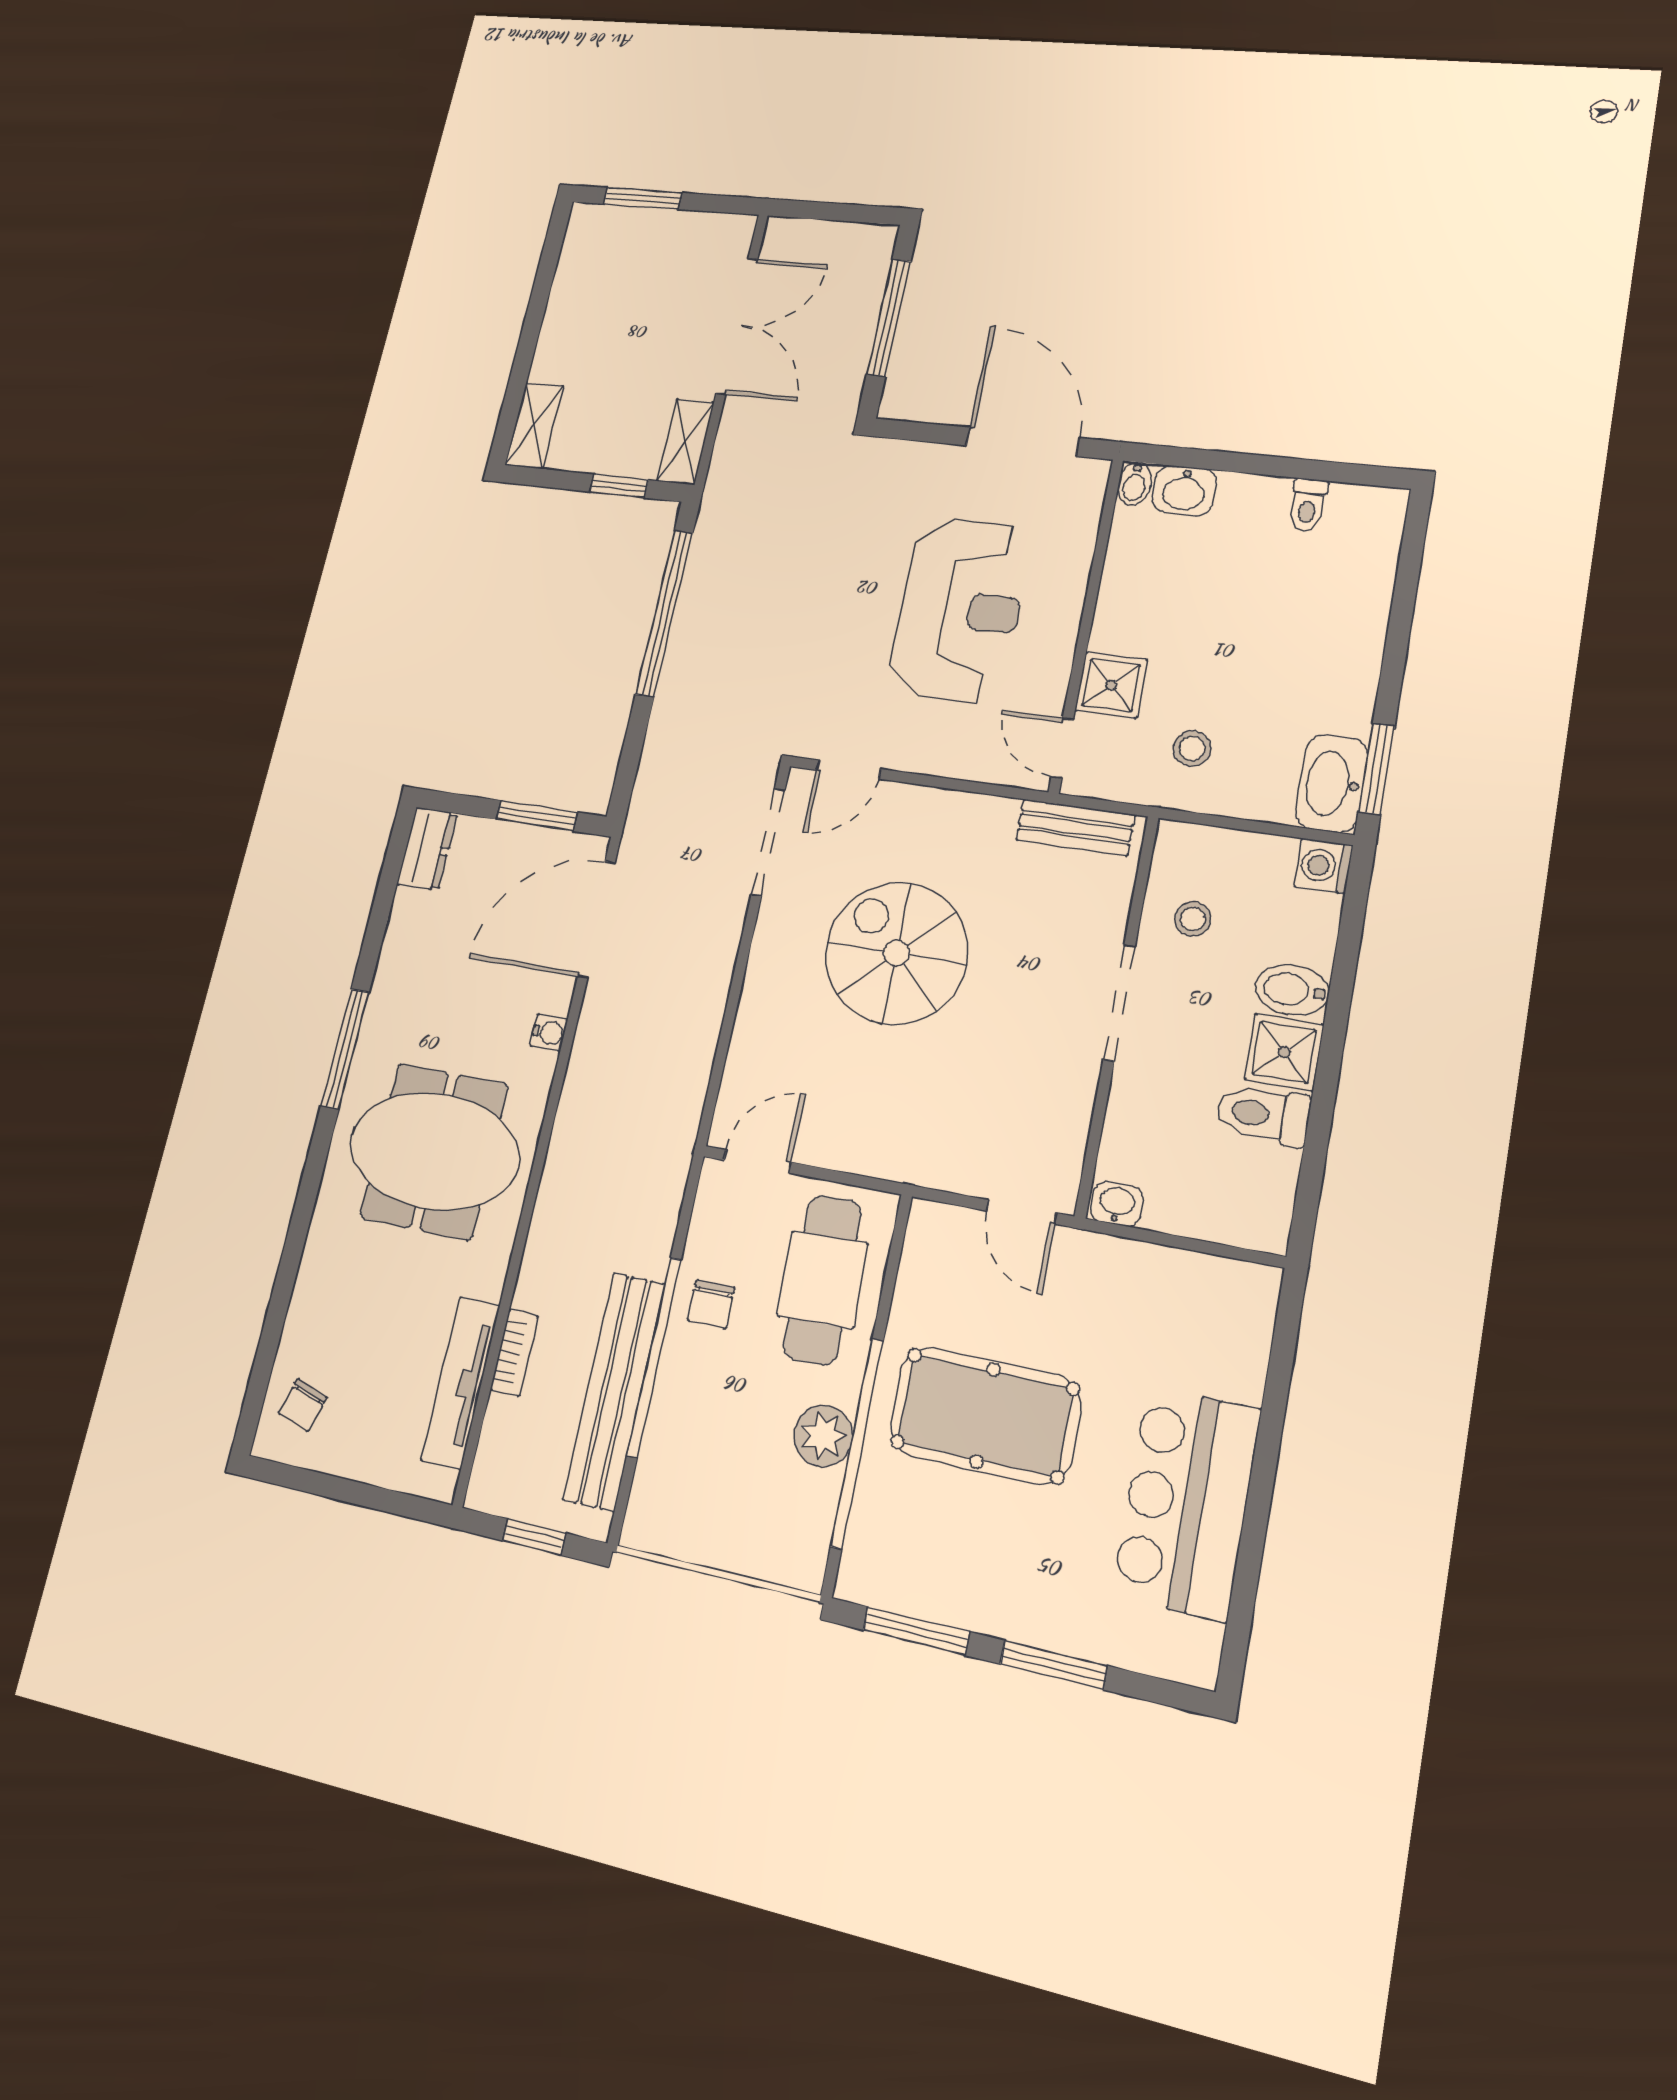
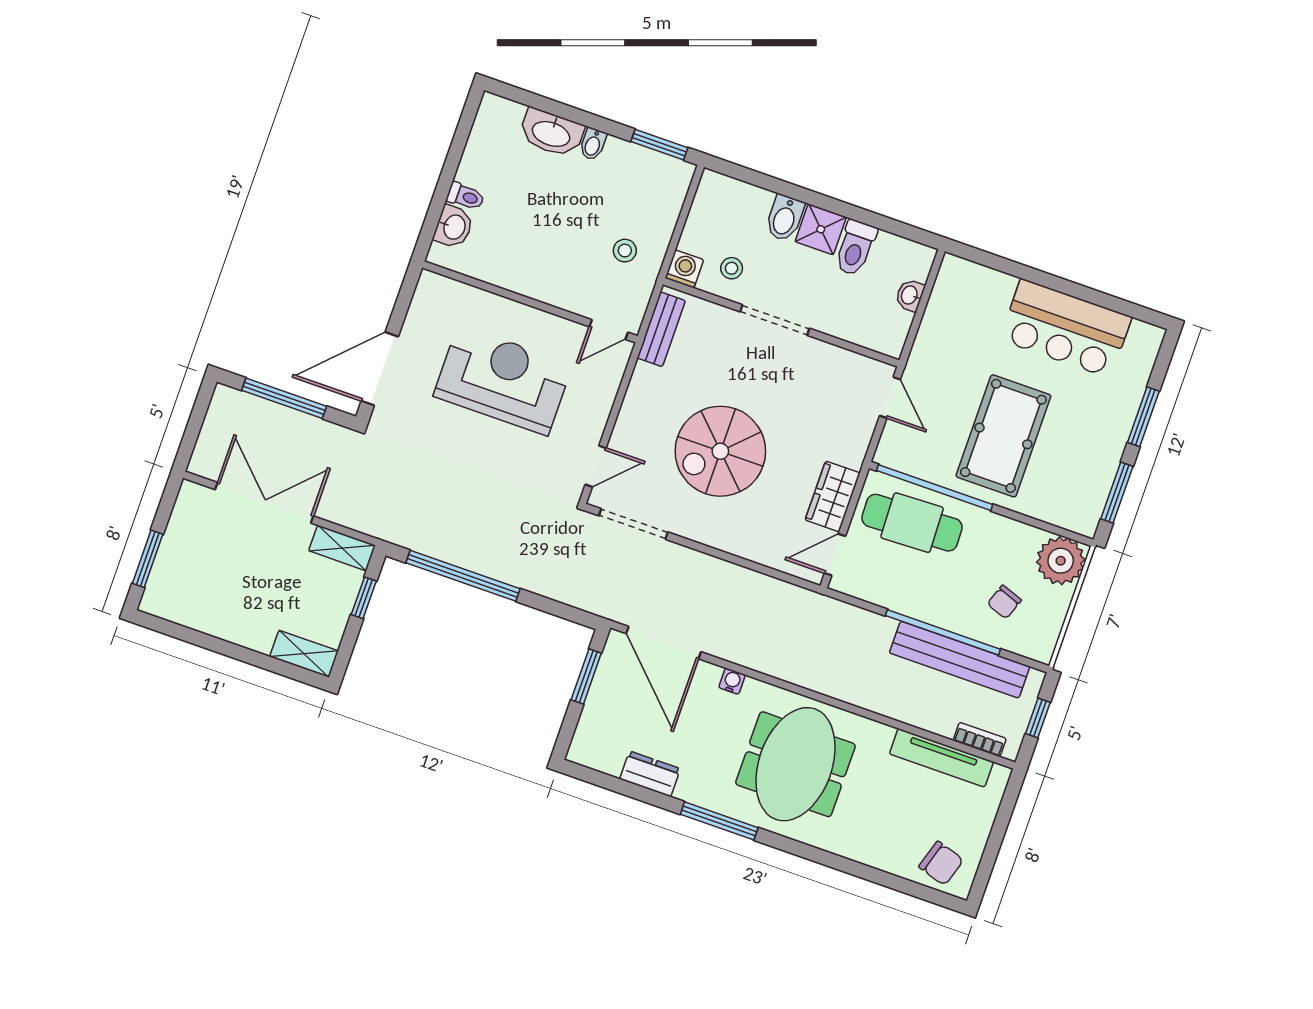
door: (1023, 442) -> (380, 369), moved
bidet: (1135, 484) -> (593, 144), moved, turned 90
toilet: (1308, 505) -> (466, 196), moved
shower: (1111, 685) -> (574, 293), removed
door: (848, 769) -> (596, 466), hinge flipped
washbasin: (1332, 784) -> (551, 133), moved
dresser: (427, 849) -> (650, 774), moved
washing machine: (1324, 866) -> (684, 269), moved, turned 180
wardrobe: (848, 1143) -> (833, 496), added
door: (757, 1161) -> (835, 555), hinge flipped
washbasin: (1117, 1204) -> (910, 295), moved
door: (1021, 1212) -> (890, 398), hinge flipped
chair: (711, 1304) -> (1004, 602), moved, turned 110
bookcase: (514, 1353) -> (980, 739), moved
chair: (303, 1405) -> (941, 863), width x1.37, depth x1.37
plant: (823, 1436) -> (1061, 561), moved, width x1.36, depth x1.36
window: (857, 1443) -> (935, 488), moved

